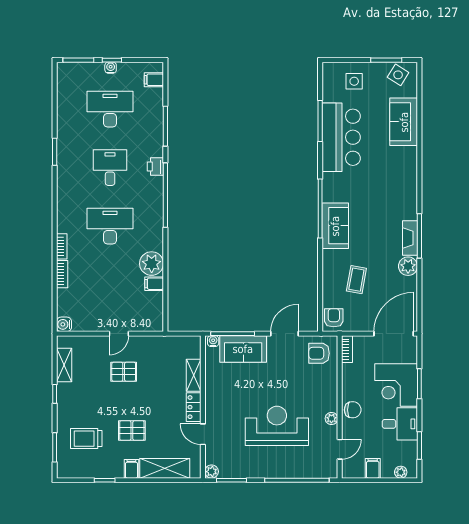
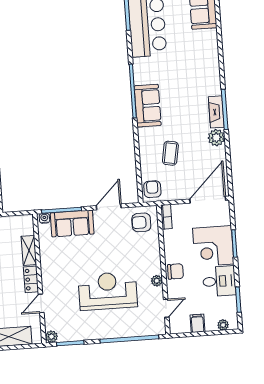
door: (203, 434) -> (41, 303), hinge flipped

